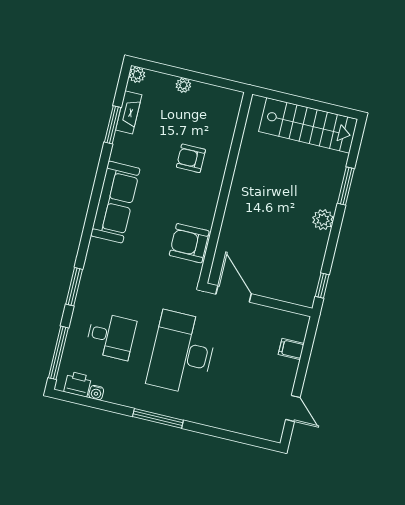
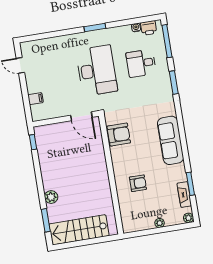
window: (346, 186) -> (46, 220), moved
plant: (323, 220) -> (51, 197), moved
window: (158, 418) -> (95, 28), width x0.69

